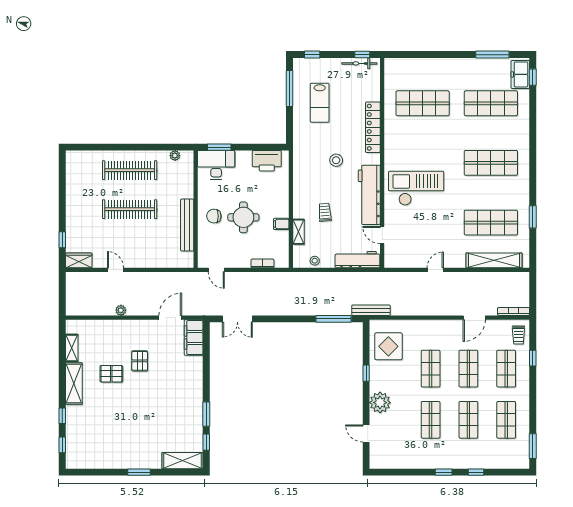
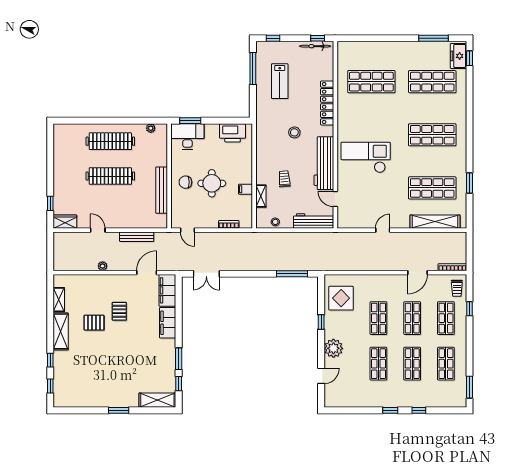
bench: (371, 310) -> (137, 237), moved
filing cabinet: (194, 374) -> (168, 323), added
door: (366, 433) -> (321, 376), swing flipped

